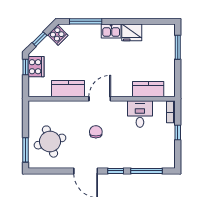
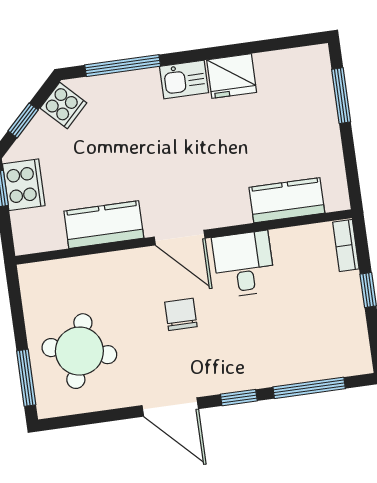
door: (100, 99) -> (180, 238), swing flipped
desk: (140, 114) -> (244, 264), moved
round table: (50, 142) -> (79, 351), turned 32

